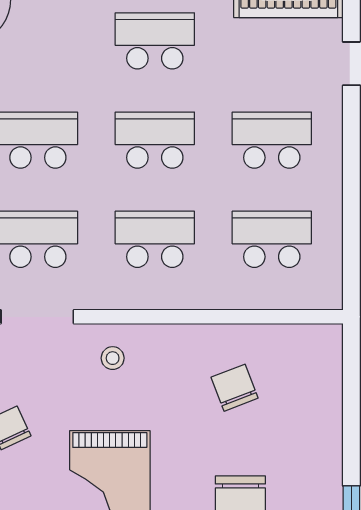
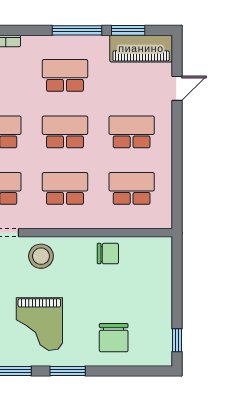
stool: (113, 358) -> (41, 256), width x1.89, depth x1.89
chair: (235, 388) -> (108, 254), moved, turned 111

